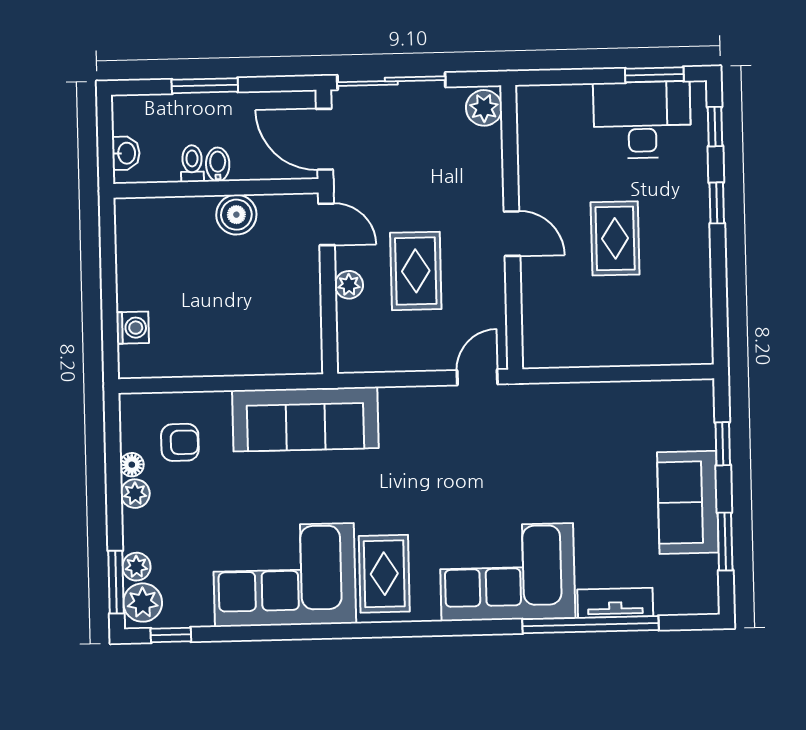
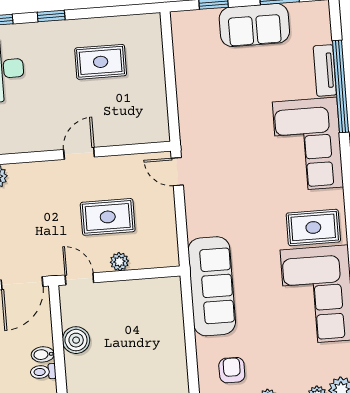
door: (327, 224) -> (79, 279), hinge flipped
rug: (615, 238) -> (101, 62), moved

